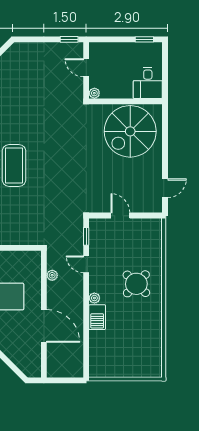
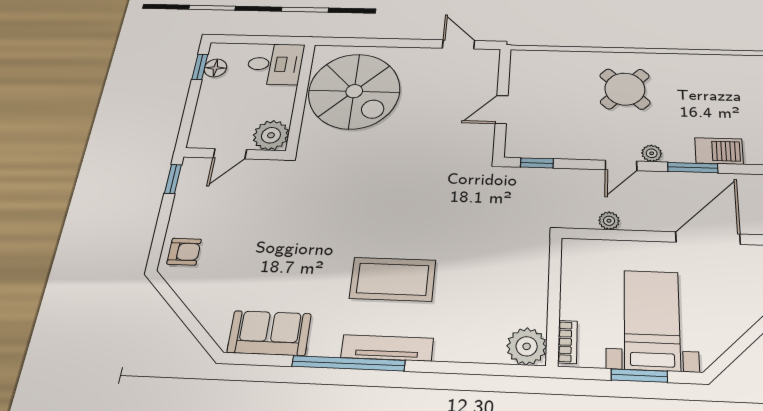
floor lamp: (144, 49) -> (215, 68), added
armchair: (25, 54) -> (184, 252), added
plant: (94, 93) -> (271, 135), width x1.87, depth x1.87
door: (86, 264) -> (621, 165), moved
barbecue: (97, 317) -> (719, 151), moved
window: (86, 320) -> (693, 168), added

